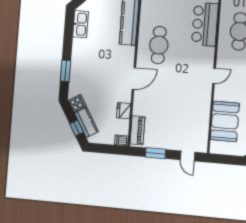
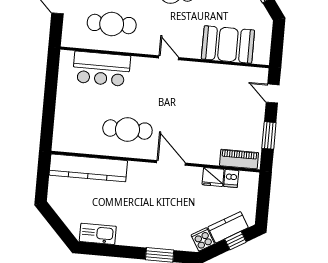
dishwasher: (121, 140) -> (231, 179), moved
door: (187, 156) -> (273, 94), swing flipped

